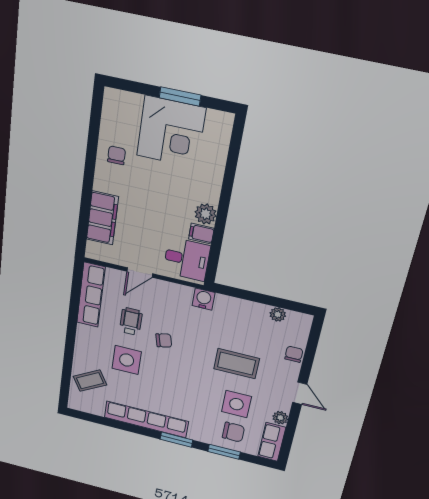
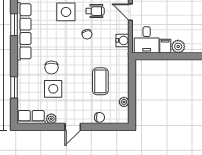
water cooler: (204, 299) -> (123, 40), moved
coffee table: (237, 364) -> (100, 81), moved
chair: (233, 432) -> (52, 67), moved
window: (176, 440) -> (14, 25), moved

